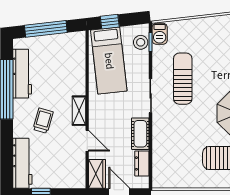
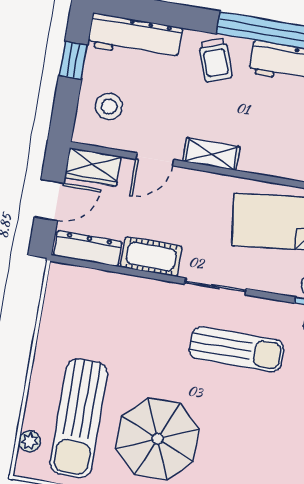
trolley: (43, 121) -> (215, 60), moved, turned 54
dresser: (142, 163) -> (88, 248), width x1.44
stool: (63, 171) -> (109, 107), added

